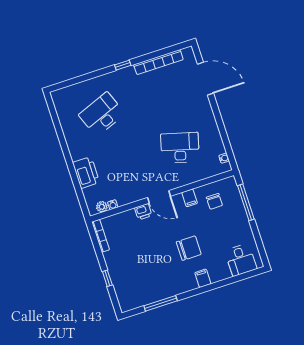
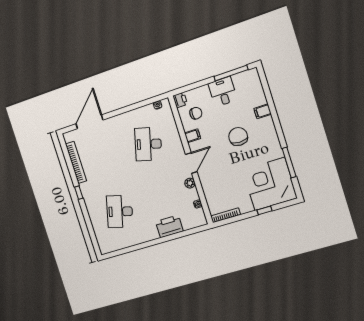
desk: (102, 114) -> (120, 212), turned 36
window: (246, 202) -> (231, 73), moved
plant: (102, 207) -> (190, 183), moved
printer: (143, 212) -> (180, 100), moved
desk: (241, 260) -> (223, 92), moved, turned -90
filing cabinet: (203, 278) -> (263, 111), moved
corner desk: (137, 283) -> (270, 184), added

